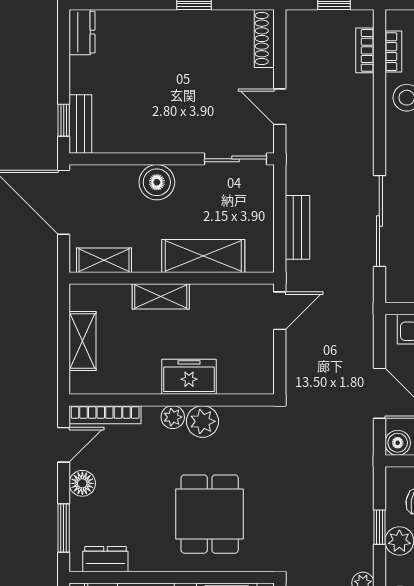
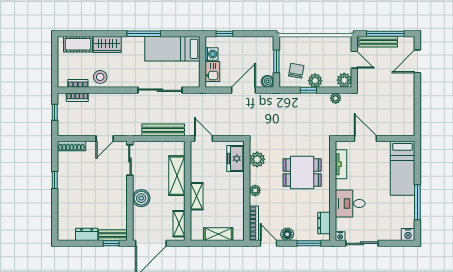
dresser: (82, 32) -> (87, 234), moved
bench: (298, 227) -> (163, 130), width x1.36
freezer: (189, 377) -> (236, 158), moved
plant: (203, 421) -> (257, 159), moved

